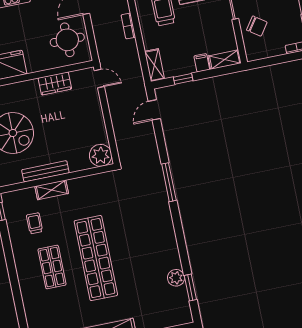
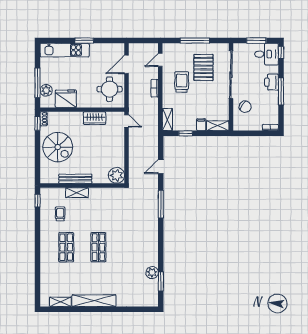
door: (154, 110) -> (161, 167), moved
shop shelf: (96, 258) -> (98, 247), width x0.50, depth x0.74

